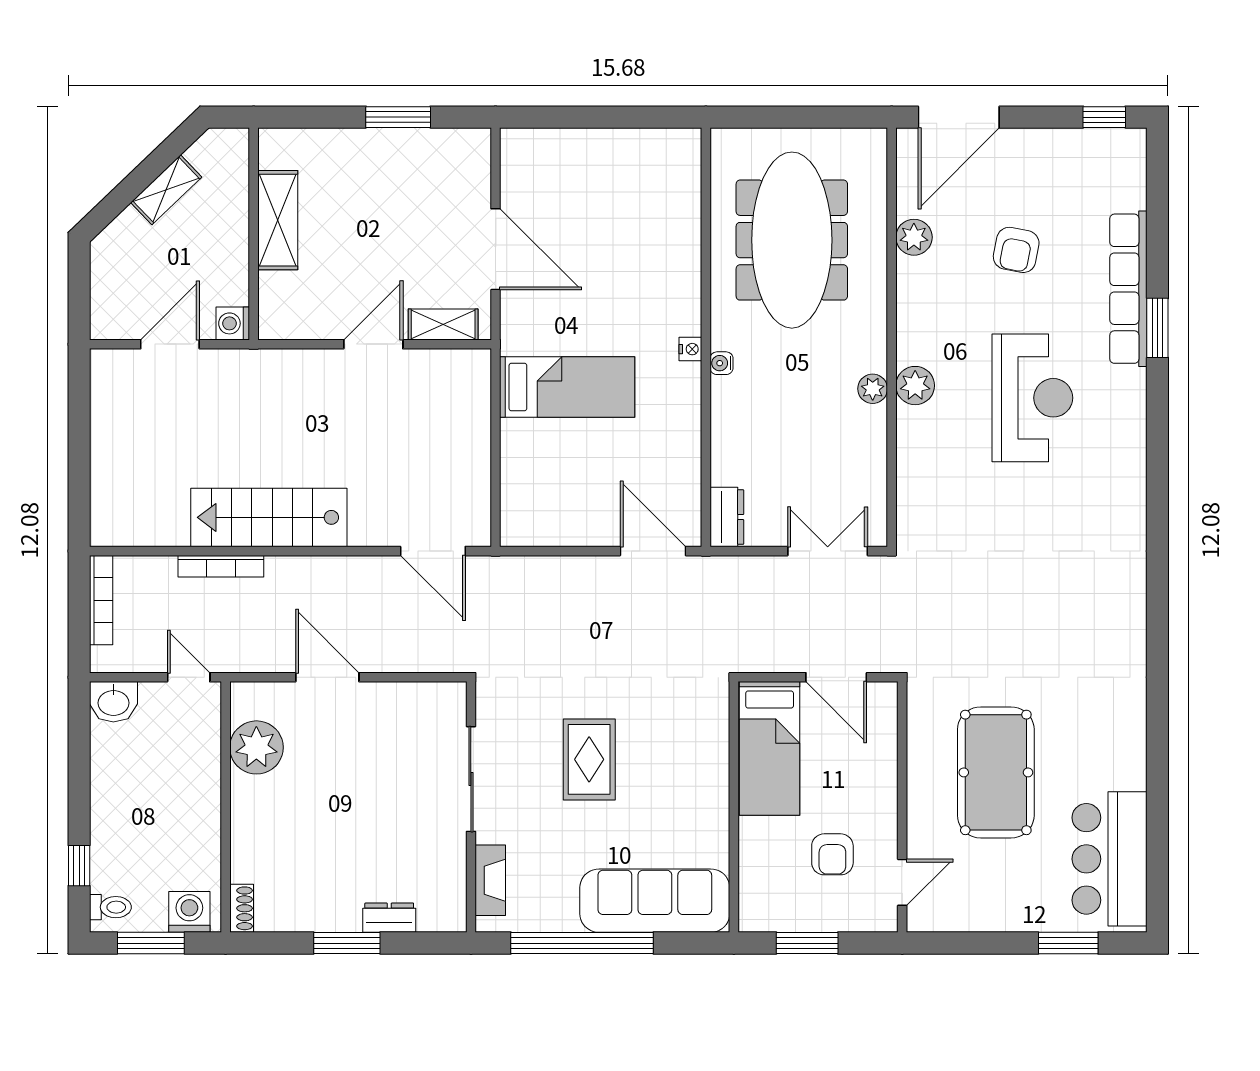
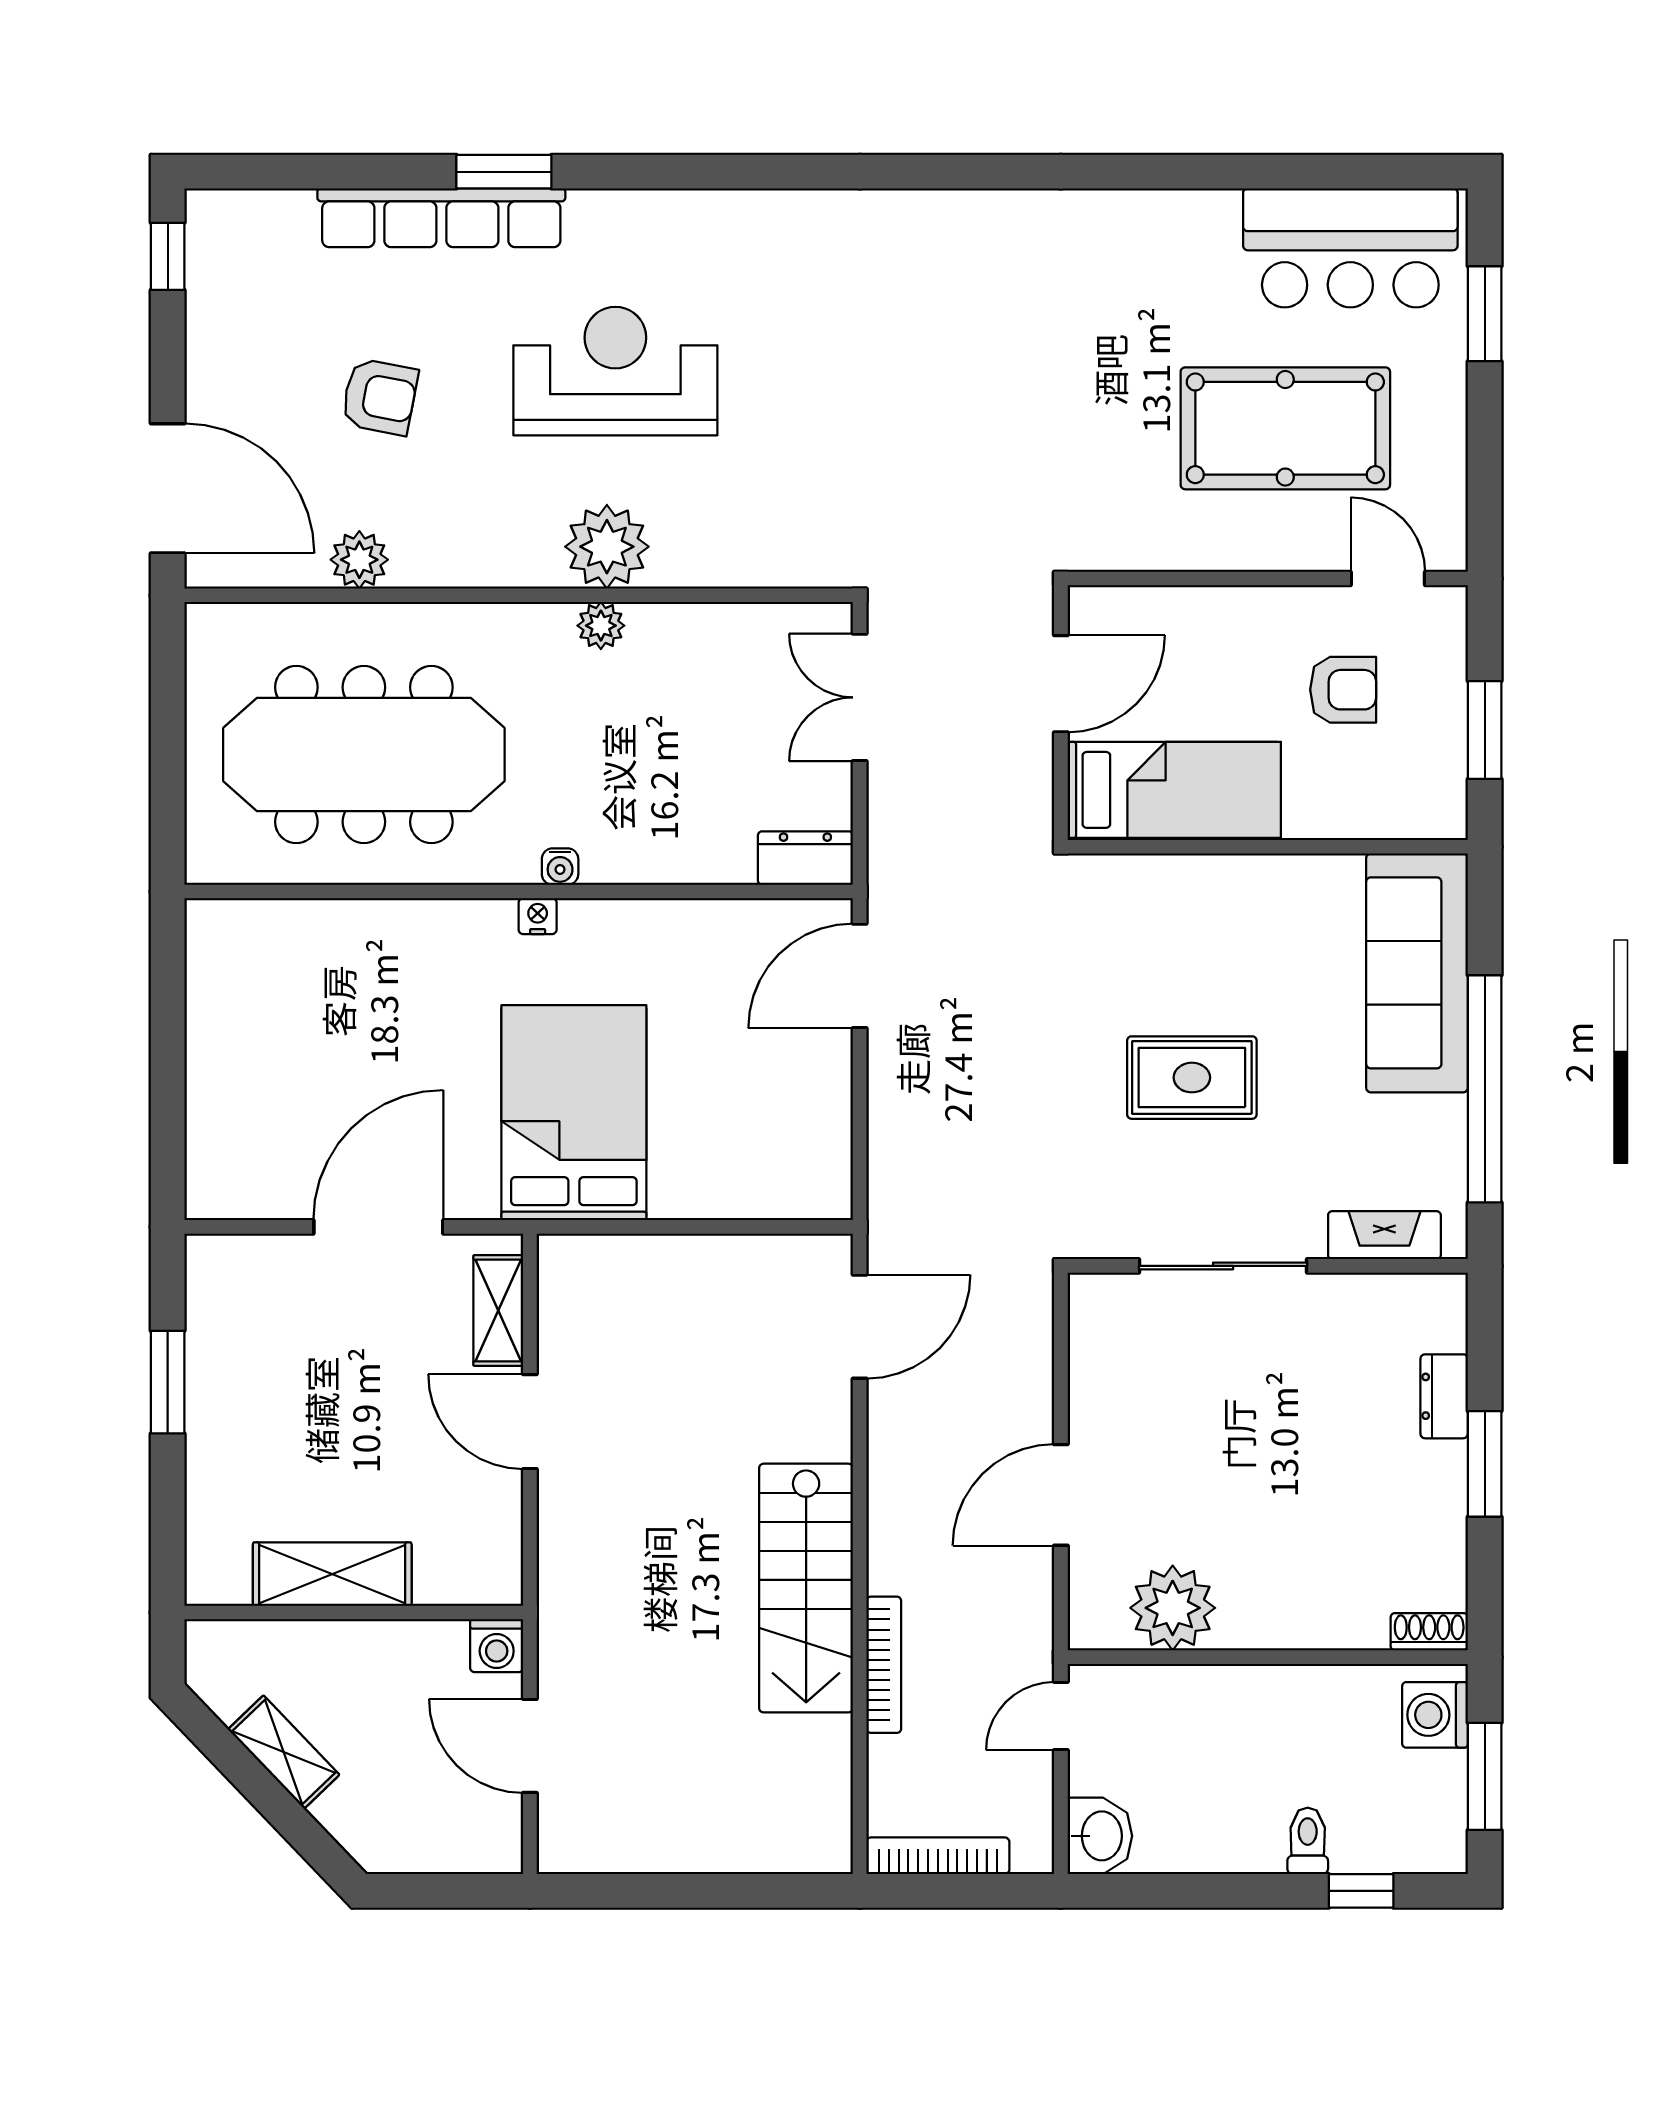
plant: (915, 386) -> (607, 547), width x1.36, depth x1.36
bed: (567, 387) -> (574, 1113), width x1.50
pool table: (996, 772) -> (1285, 428), moved
toilet: (110, 907) -> (1308, 1841), moved

